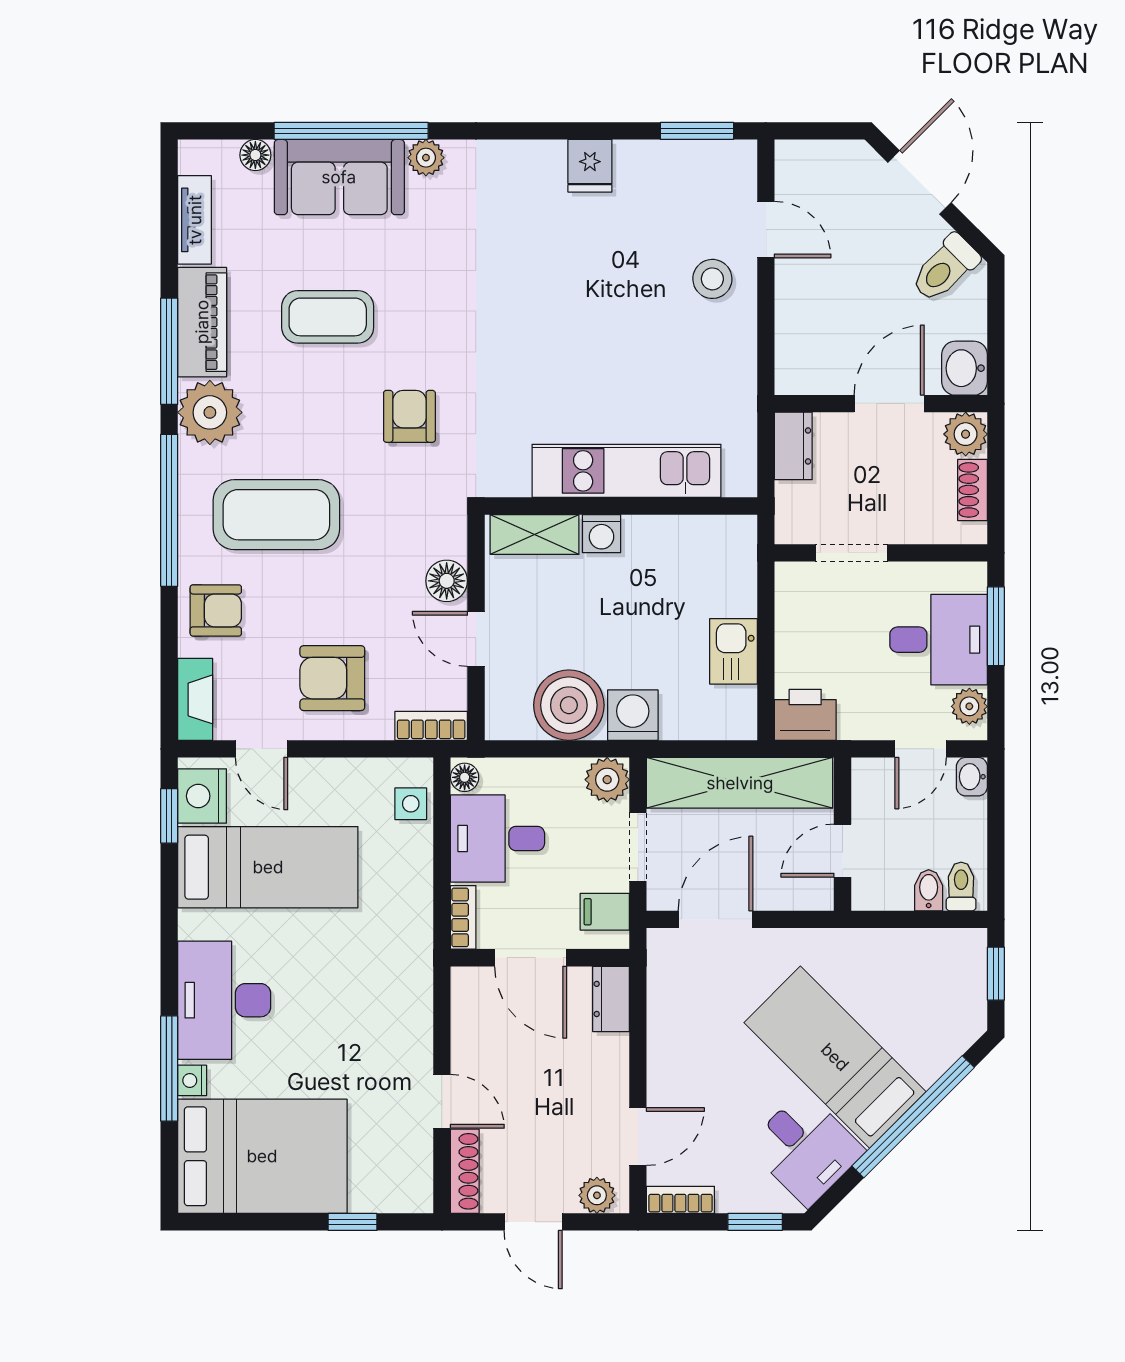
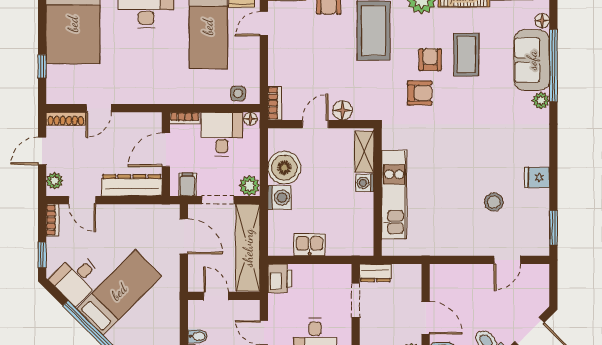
stool: (712, 279) -> (494, 202), moved
dresser: (793, 446) -> (375, 273), moved
armchair: (332, 678) -> (430, 60), moved, width x0.72, depth x0.72
dresser: (611, 999) -> (132, 185), width x1.96, depth x1.24

